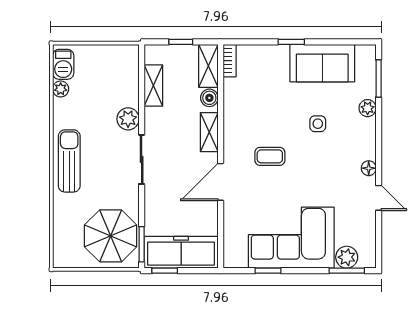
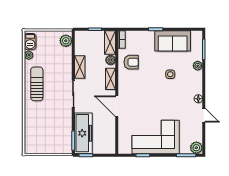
shelving: (153, 86) -> (80, 67), moved
armchair: (247, 102) -> (131, 62), added
plant: (128, 119) -> (66, 41), moved
coffee table: (270, 156) -> (144, 92), removed
sun lounger: (69, 161) -> (37, 84), moved
door: (221, 182) -> (117, 106), hinge flipped
parasol: (111, 236) -> (56, 136), removed
freezer: (181, 252) -> (83, 133), moved, turned 90
plant: (347, 257) -> (196, 148), moved

